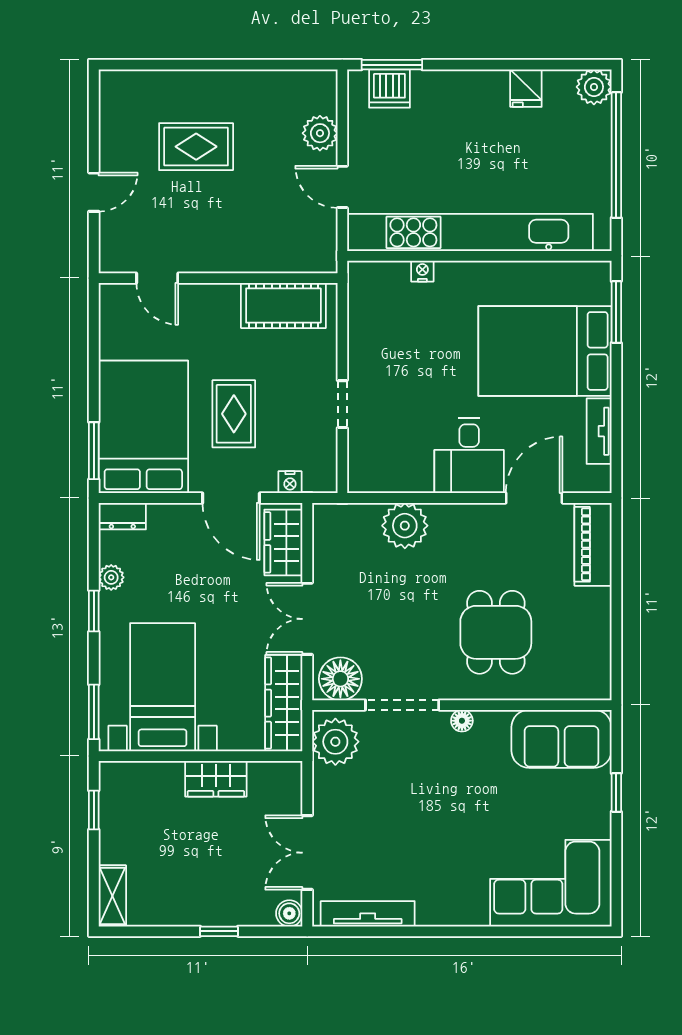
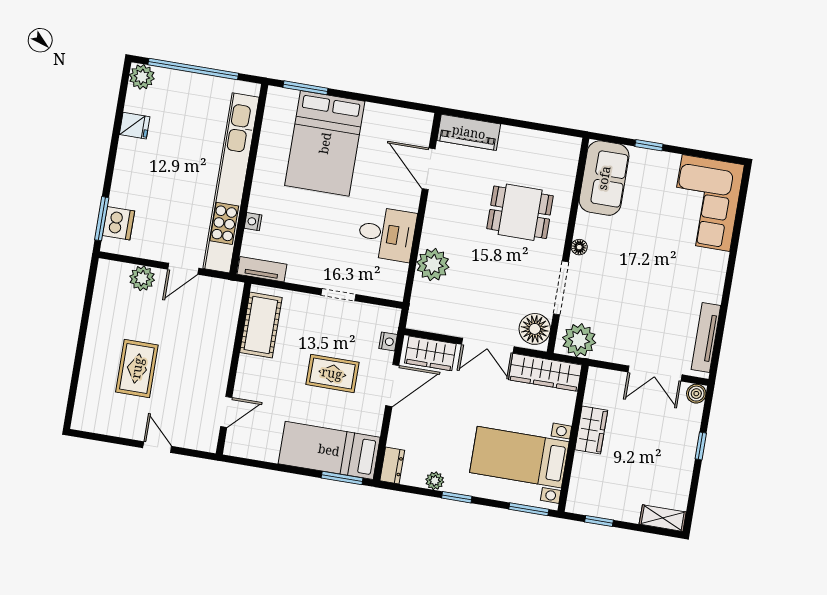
bed: (143, 427) -> (329, 450), width x0.67
tv unit: (599, 431) -> (262, 269), moved, turned 180
desk: (469, 456) -> (387, 234), moved

